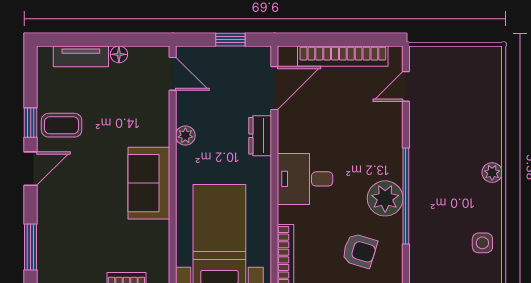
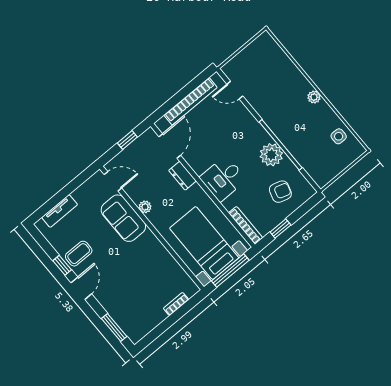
floor lamp: (119, 54) -> (78, 194), removed
door: (406, 86) -> (235, 90), hinge flipped
sofa: (149, 183) -> (123, 218), moved

